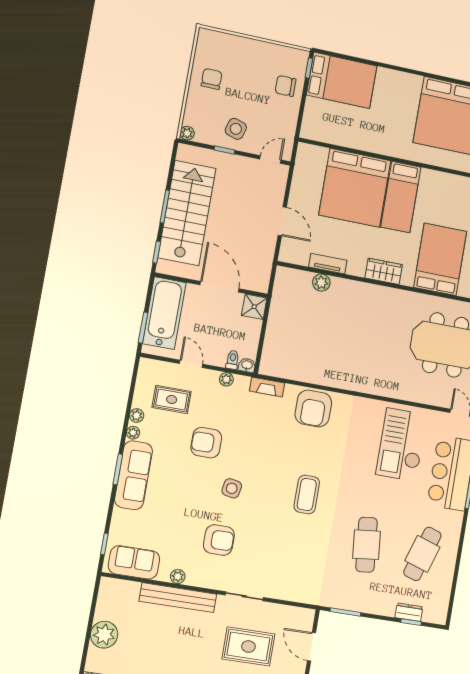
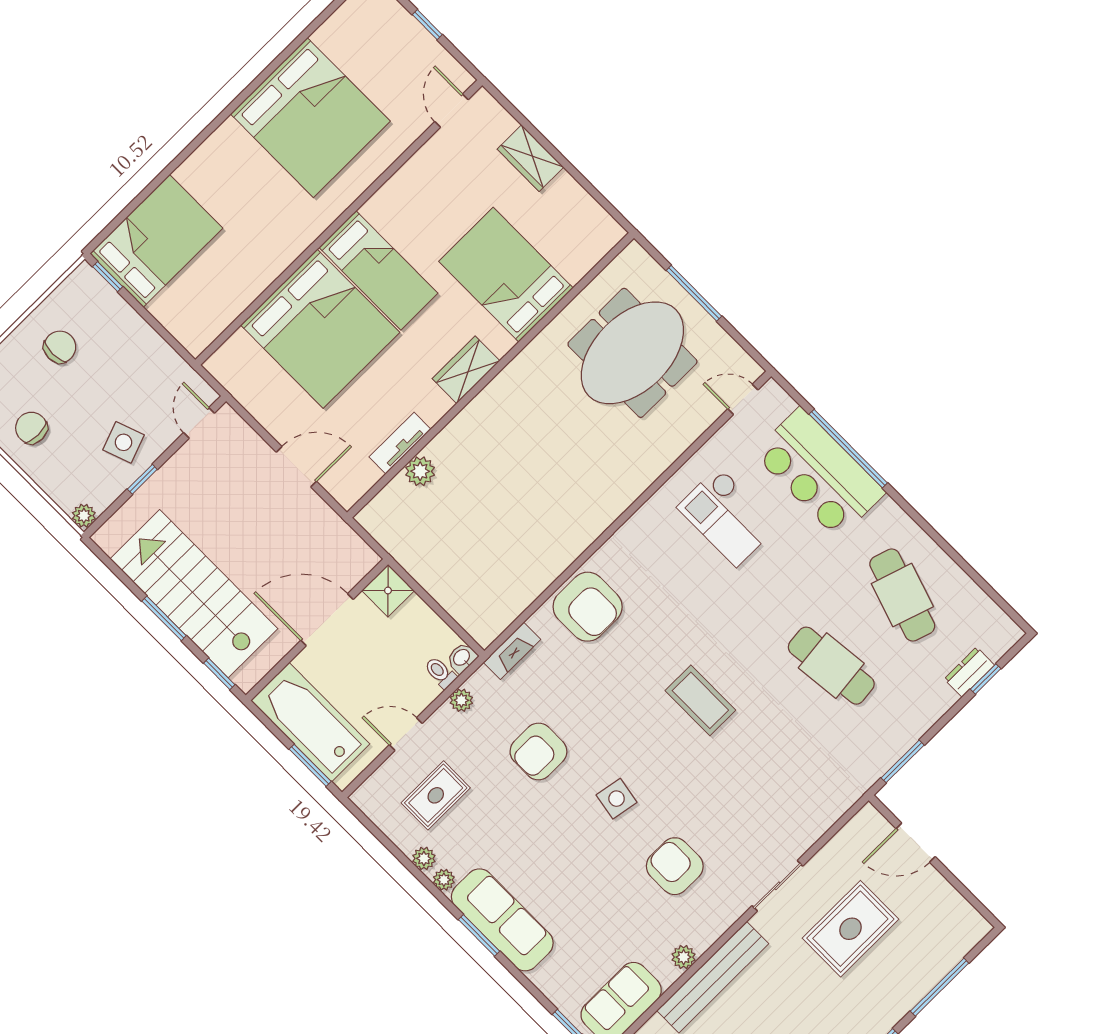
chair: (285, 86) -> (60, 347), moved, turned 180
side table: (236, 129) -> (123, 442), turned -37
armchair: (206, 443) -> (538, 752), moved
checkout: (401, 445) -> (727, 516), width x0.73, depth x0.83
armchair: (219, 540) -> (675, 866), turned -90

